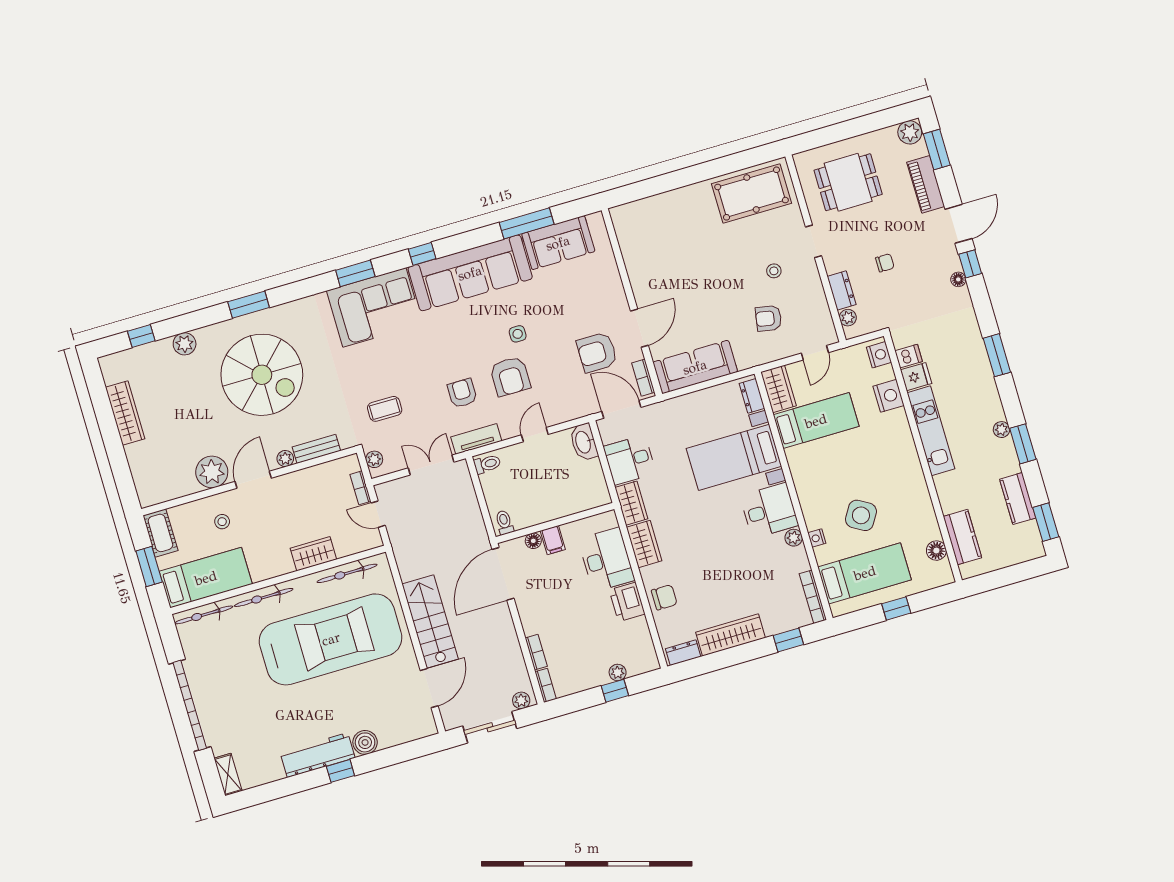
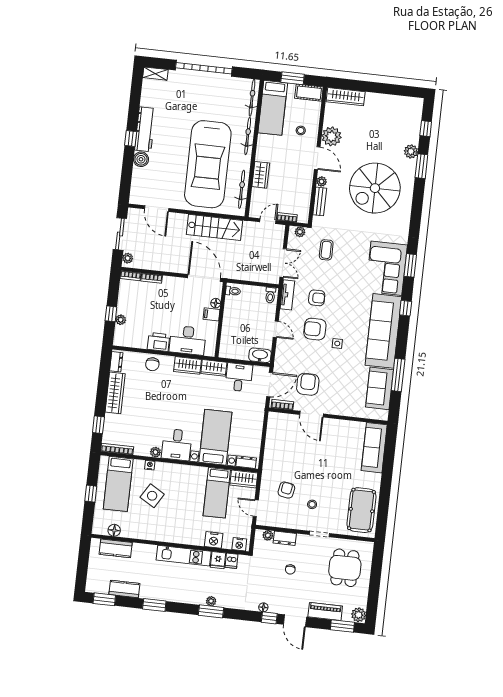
window: (249, 305) -> (421, 166), moved
sofa: (695, 367) -> (374, 448), moved, turned 180
wardrobe: (125, 413) -> (346, 97), moved
plant: (1001, 430) -> (211, 601), moved
stairs: (430, 621) -> (214, 227), moved

